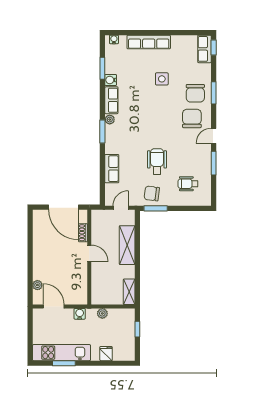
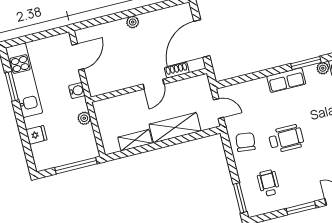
row of seats: (112, 169) -> (286, 80), moved
window: (156, 208) -> (240, 198), moved
plant: (37, 285) -> (133, 22), moved
shelving: (129, 292) -> (135, 140), moved
window: (137, 329) -> (76, 166), width x2.17

